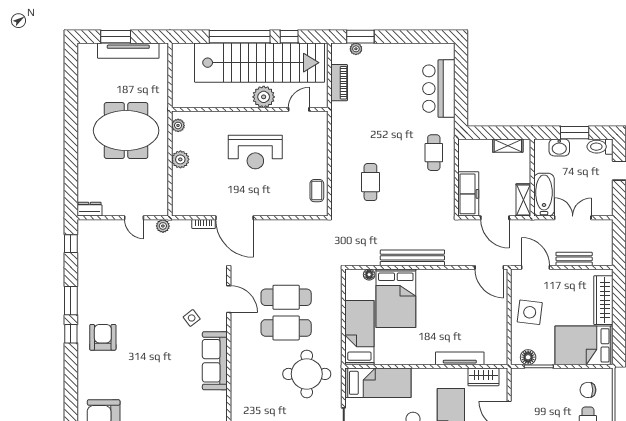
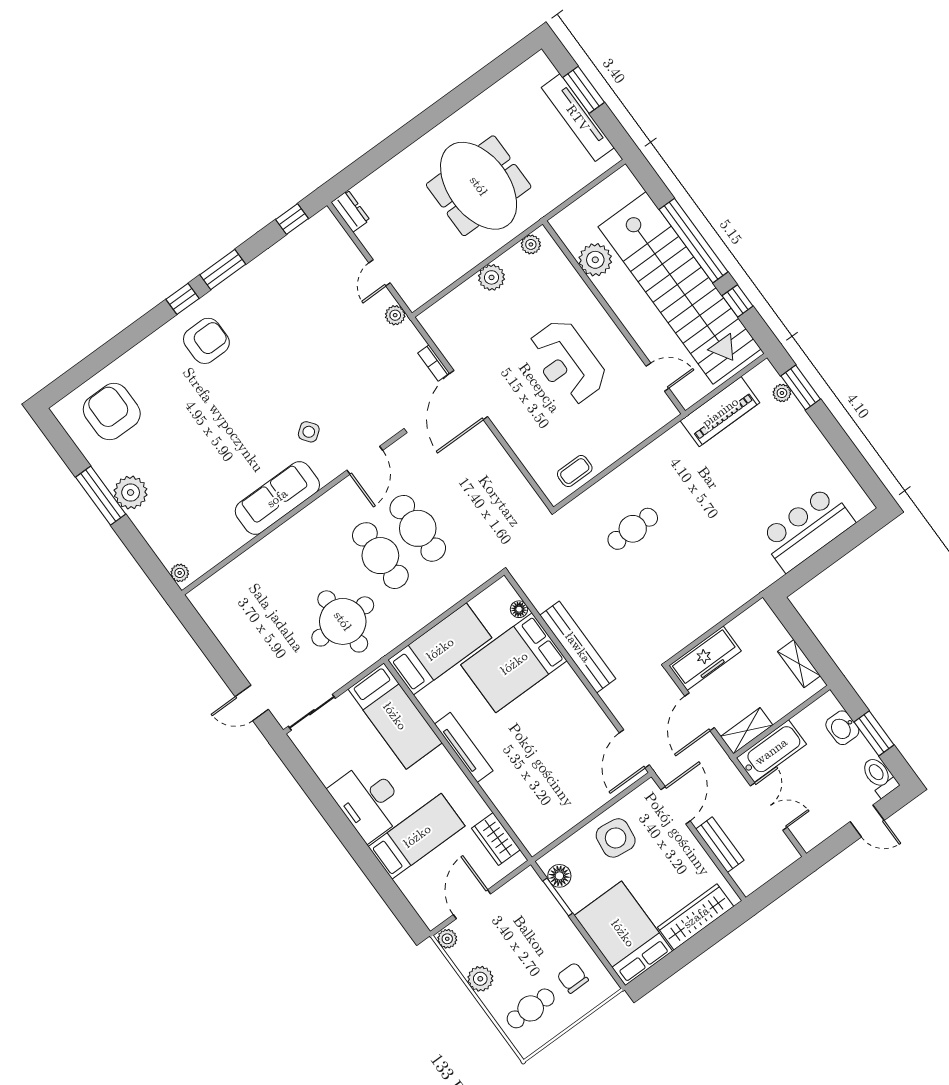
piano: (339, 83) -> (720, 412), width x1.37, depth x1.33
plant: (264, 97) -> (595, 260), moved
cafe table: (434, 153) -> (725, 580), removed
tv unit: (460, 358) -> (464, 747), moved

